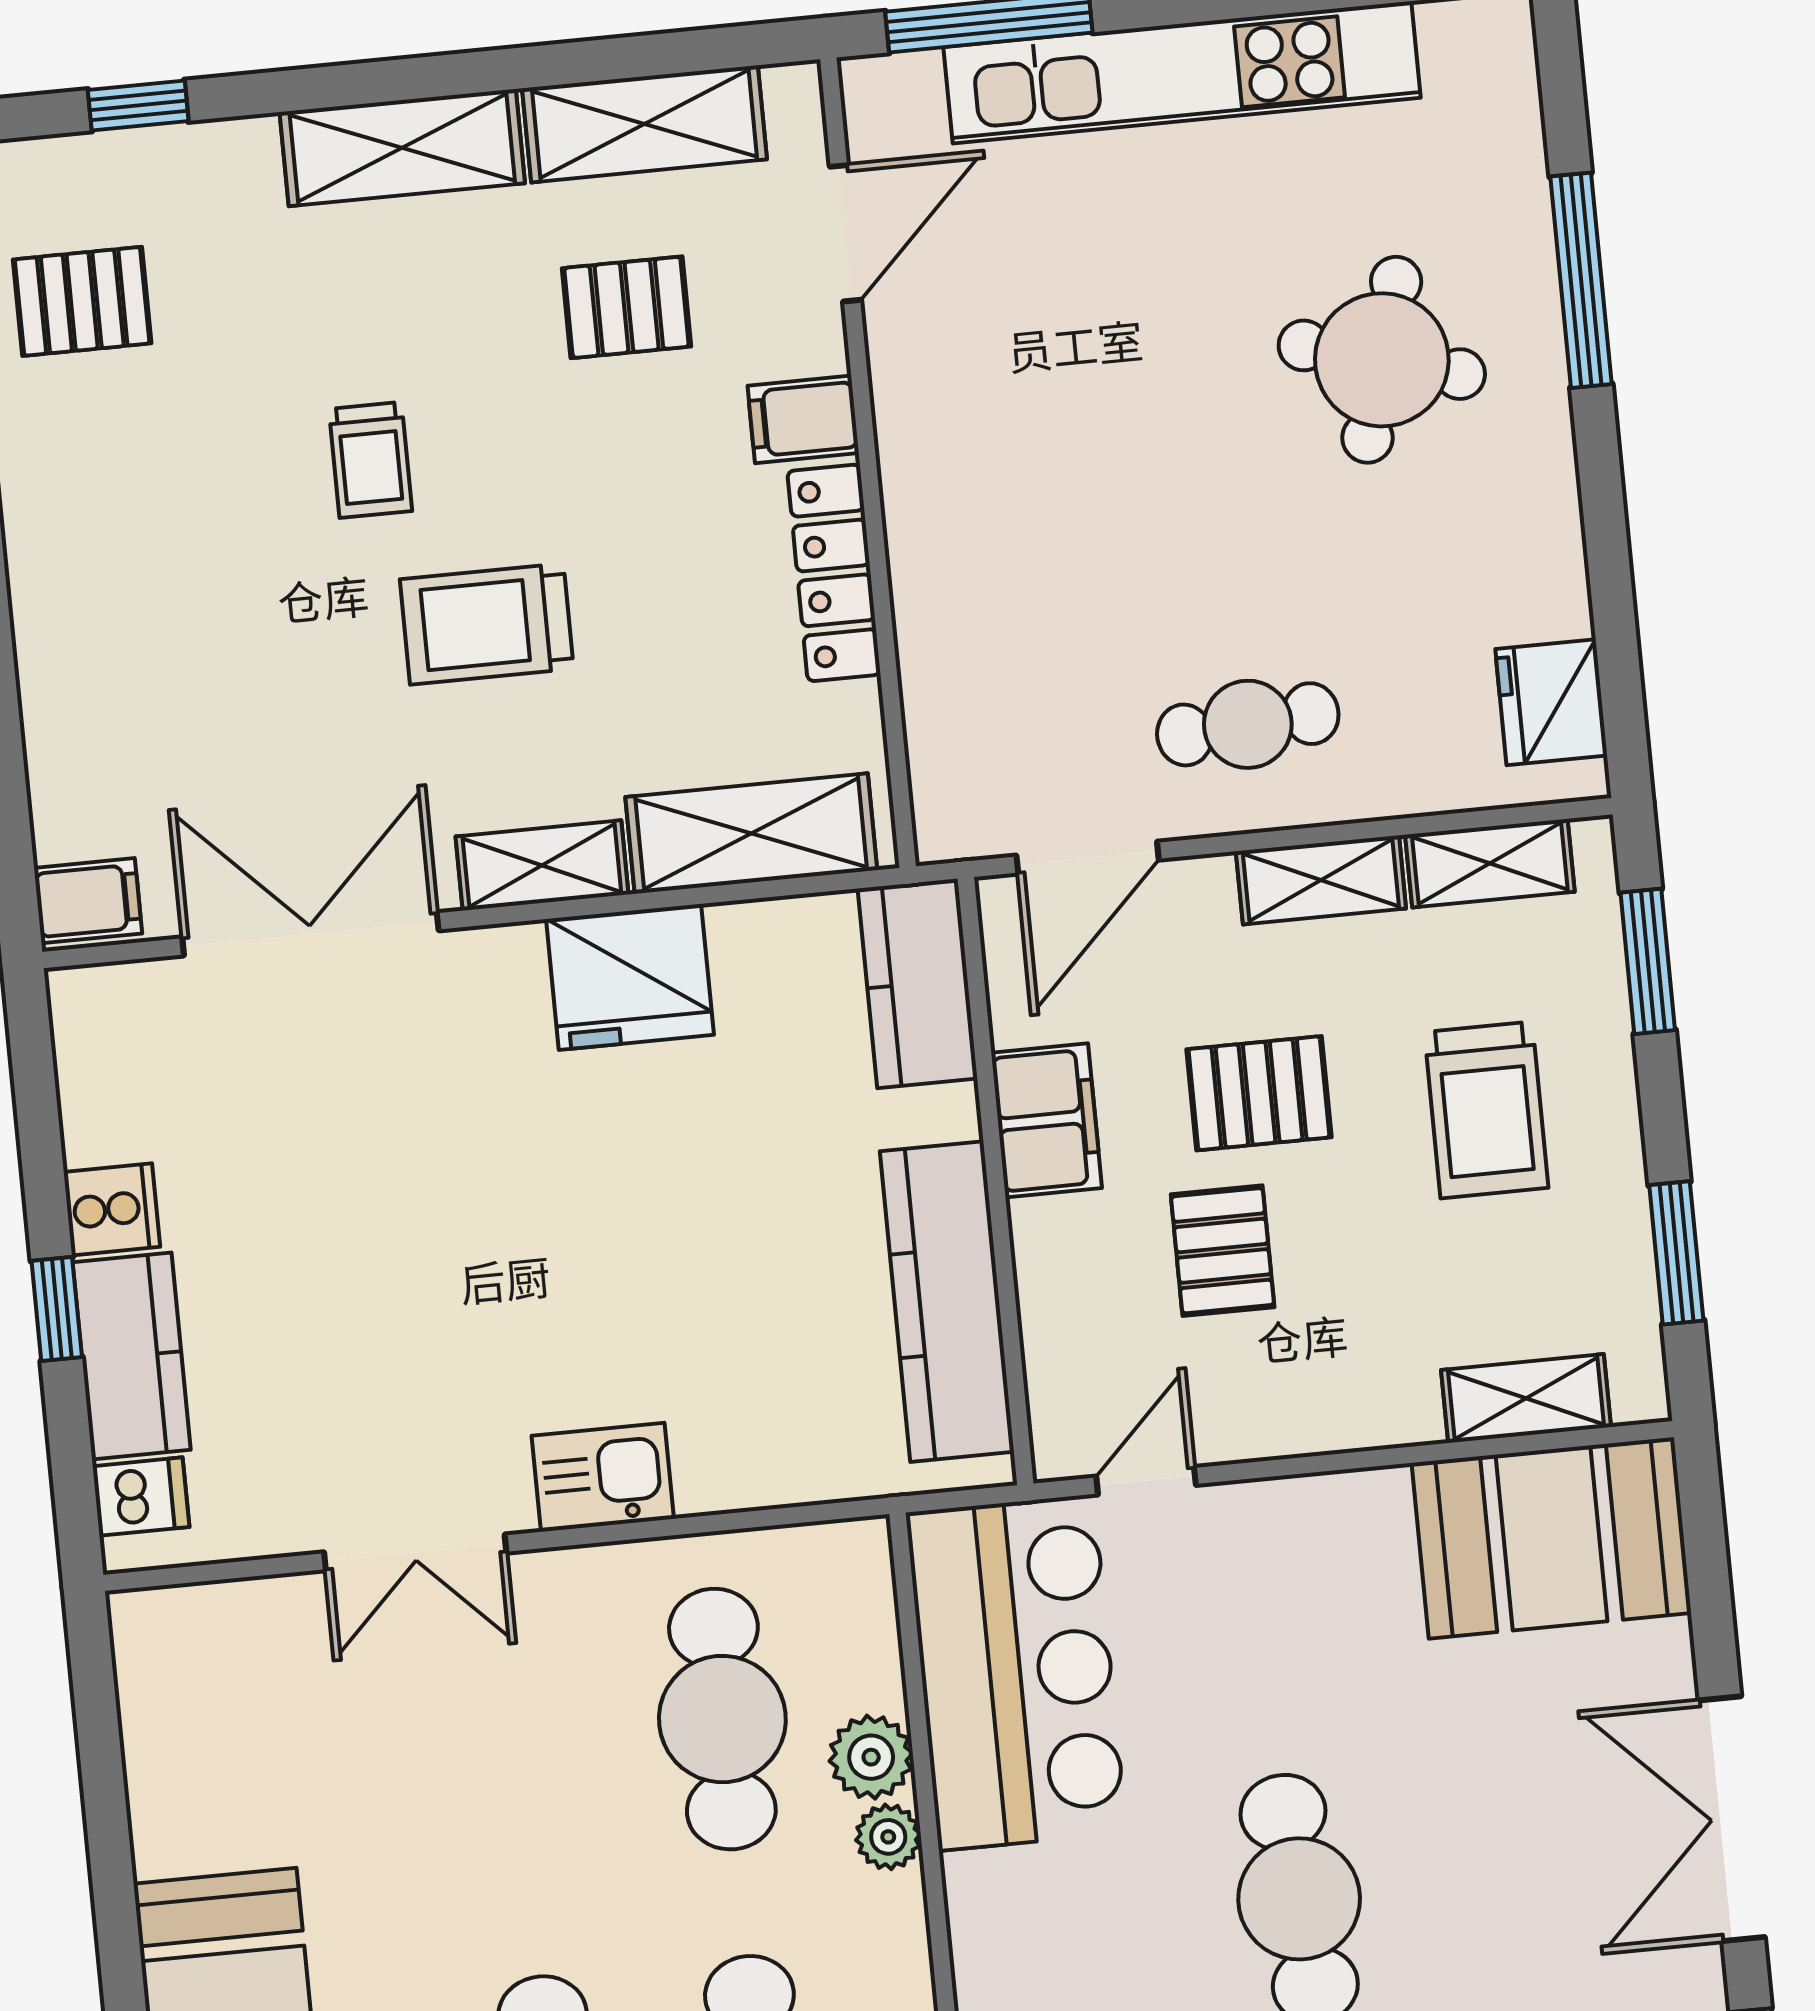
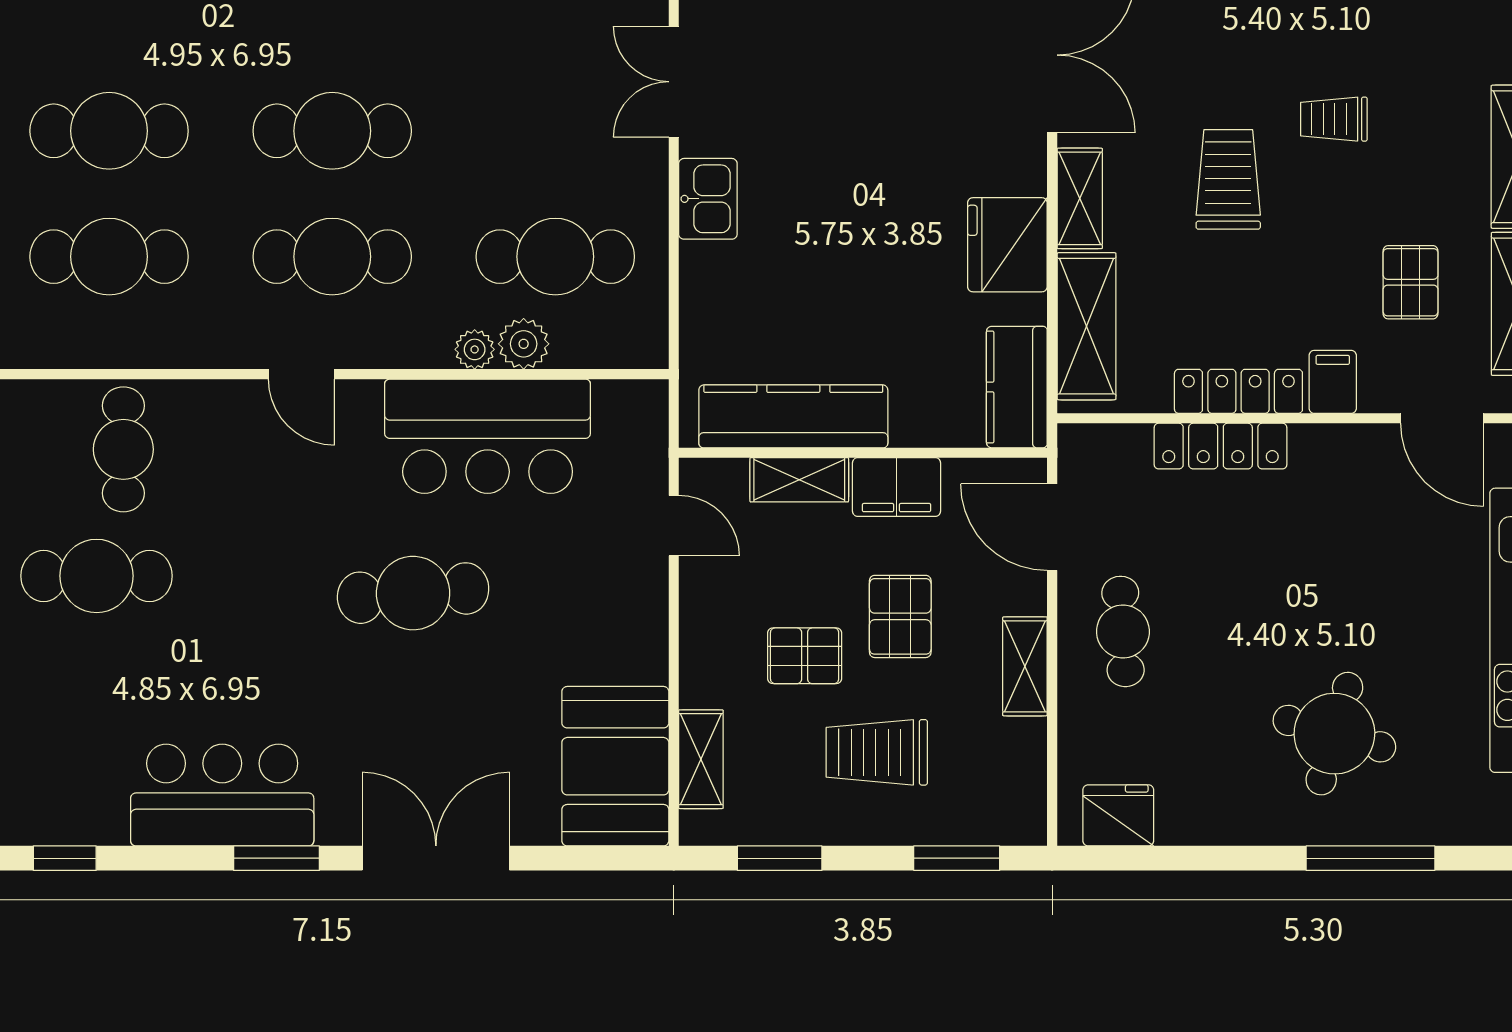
locker: (927, 594) -> (1221, 446), added
shelving: (1490, 863) -> (799, 480), moved, turned 90
kitchen counter: (918, 983) -> (1017, 387), moved, turned -90
pallet: (1223, 1251) -> (805, 656), moved
bar counter: (1016, 1673) -> (488, 436), moved

